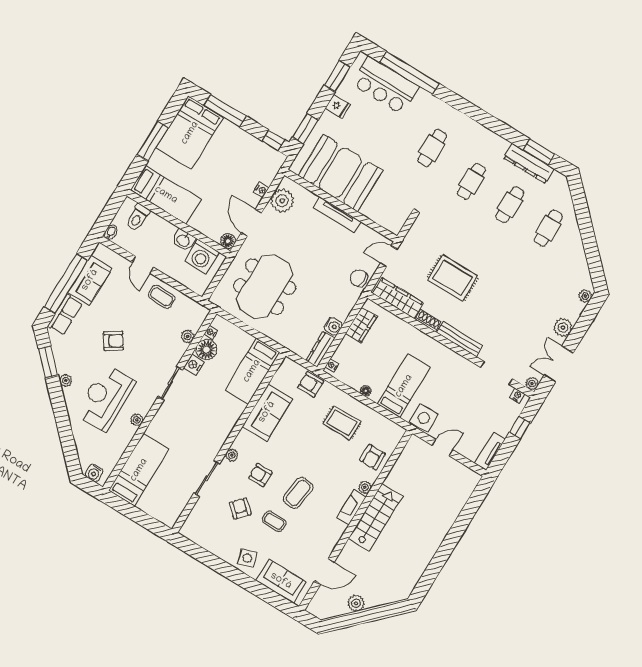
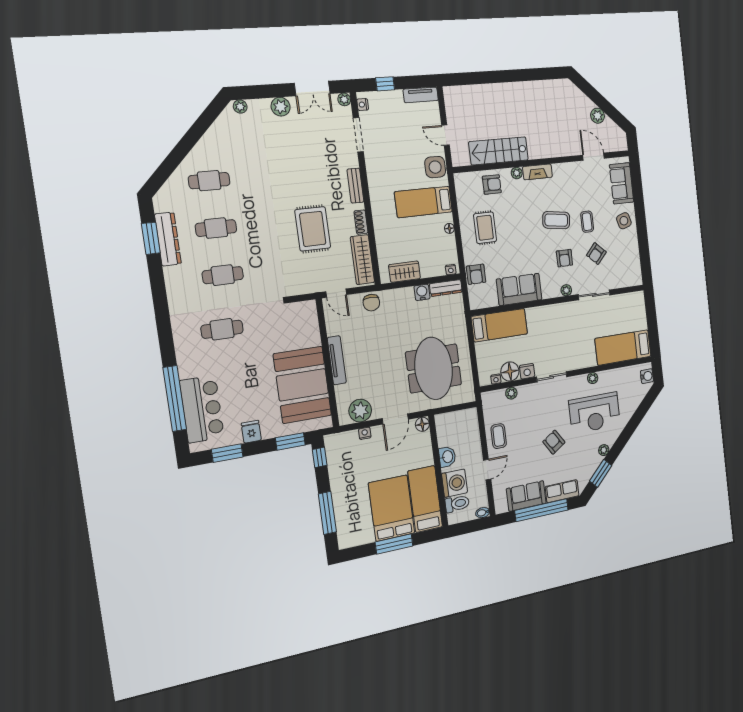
bed: (190, 133) -> (392, 508), moved, turned -90
washing machine: (202, 256) -> (455, 483), moved
meeting table: (265, 287) -> (434, 368), turned 90
bench: (459, 339) -> (355, 186), width x0.73
stairs: (376, 517) -> (499, 151), moved

